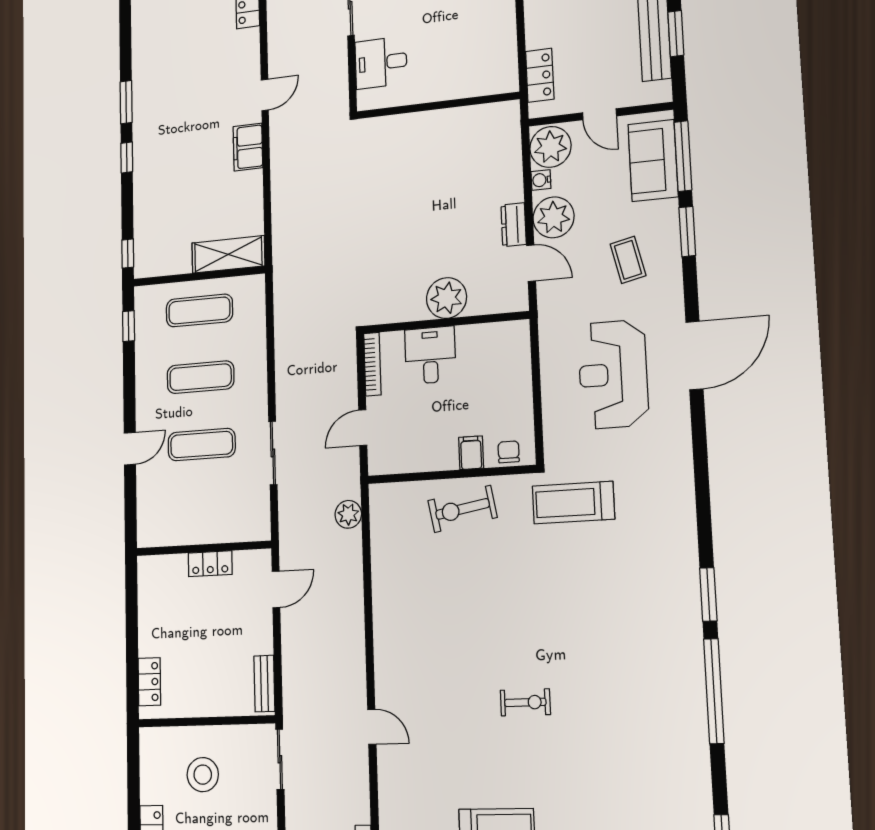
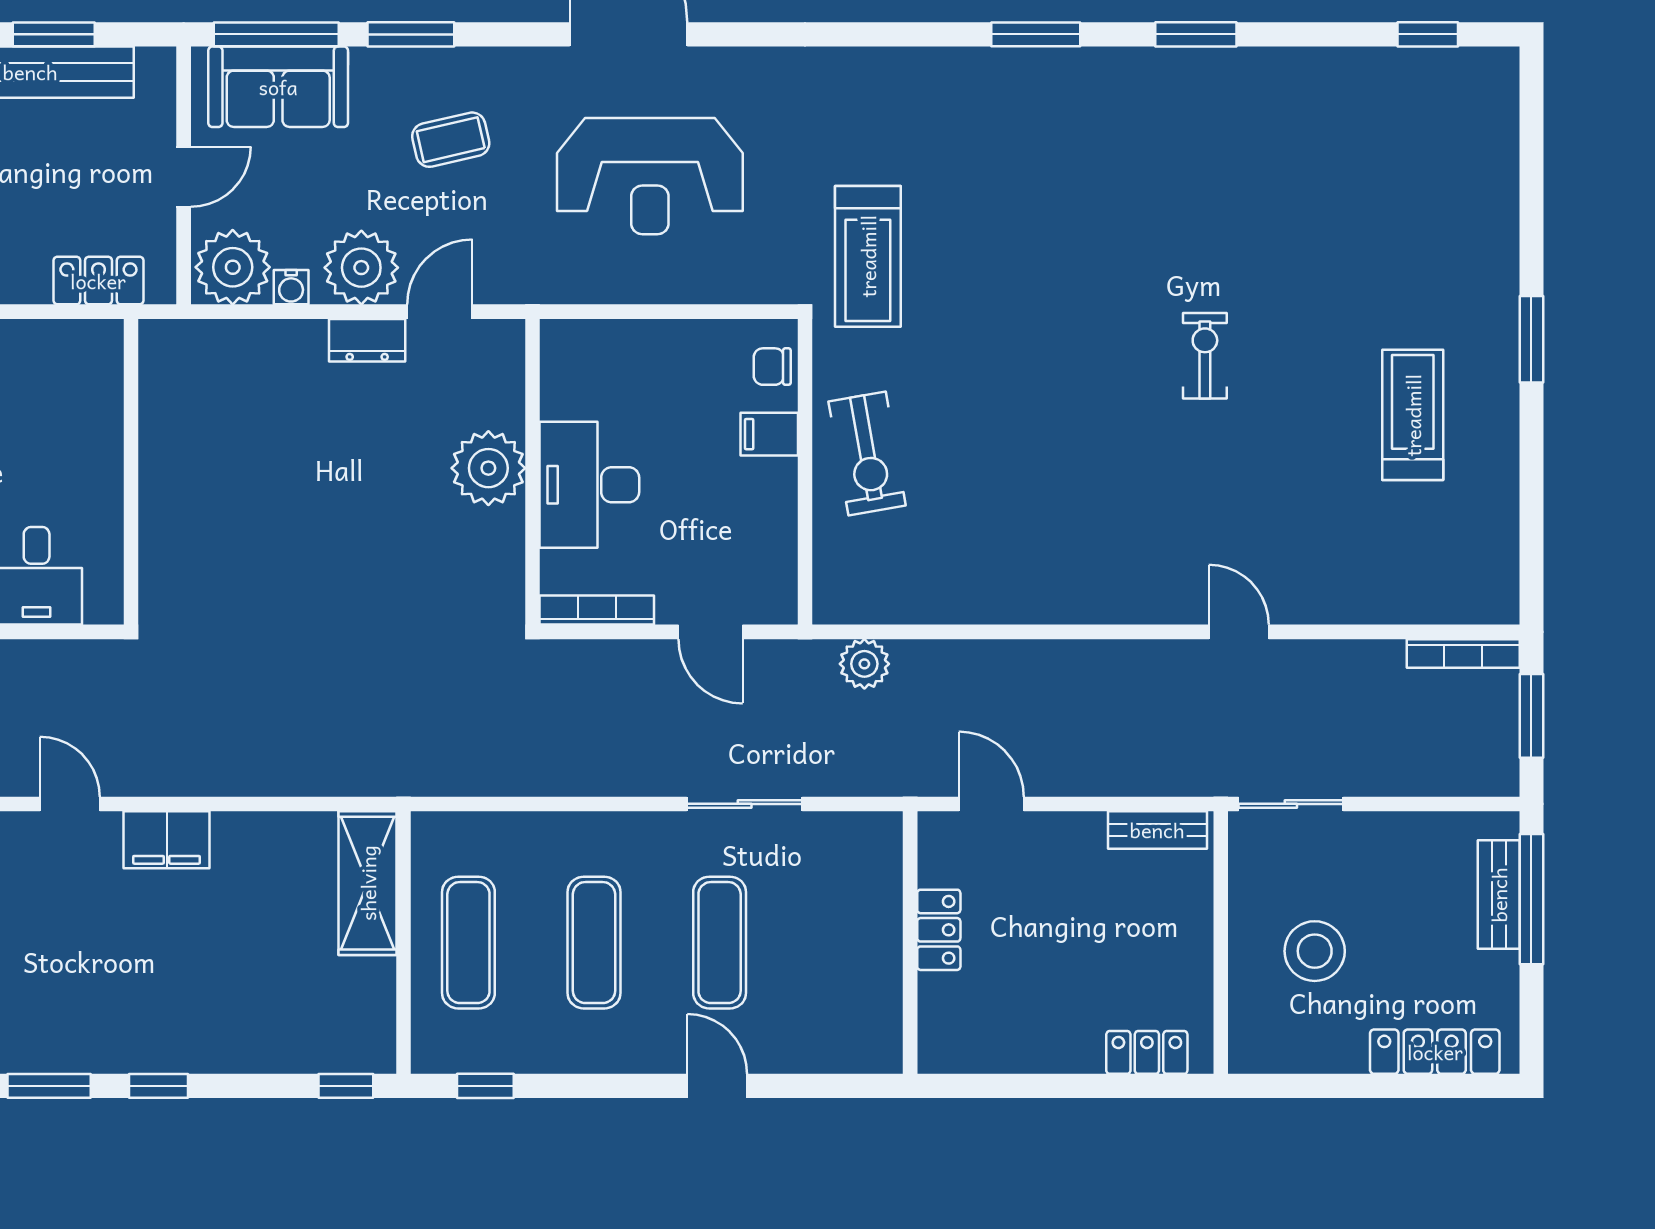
desk: (430, 355) -> (589, 485), width x1.37
window: (714, 691) -> (1196, 34), width x0.47
door: (372, 727) -> (1239, 632), hinge flipped

